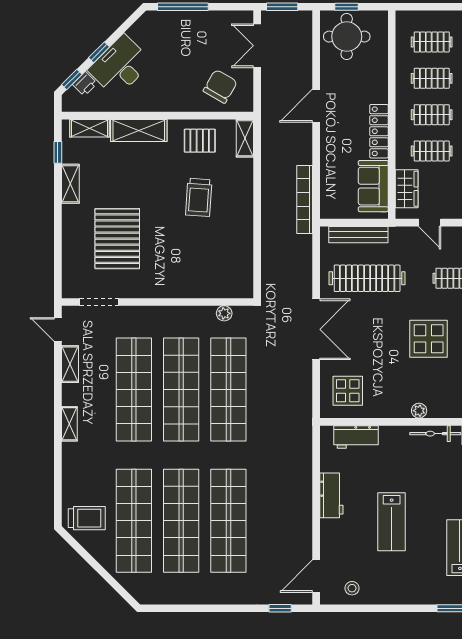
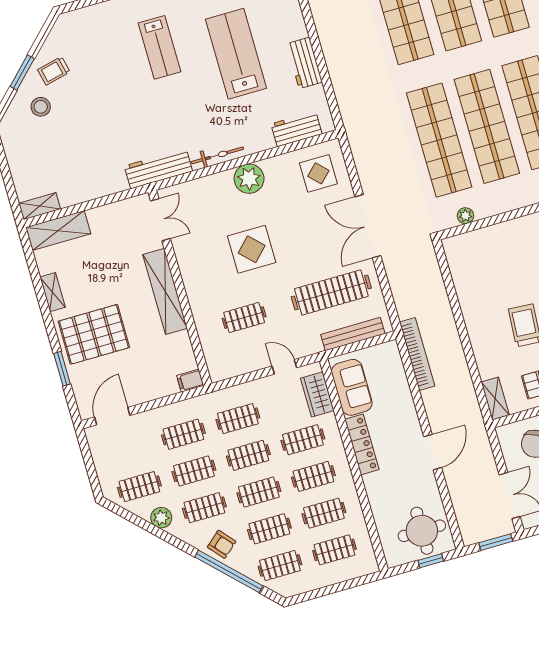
plant: (419, 411) -> (249, 179), width x1.88, depth x1.88
lab bench: (392, 522) -> (236, 54), width x1.36, depth x1.39

